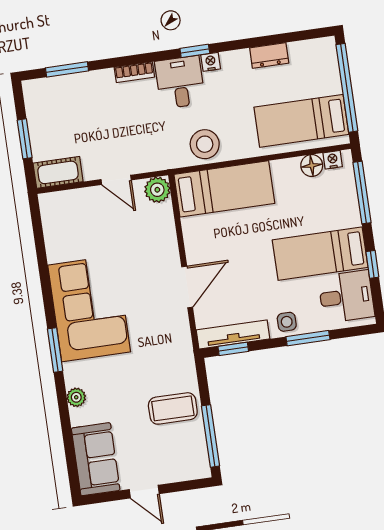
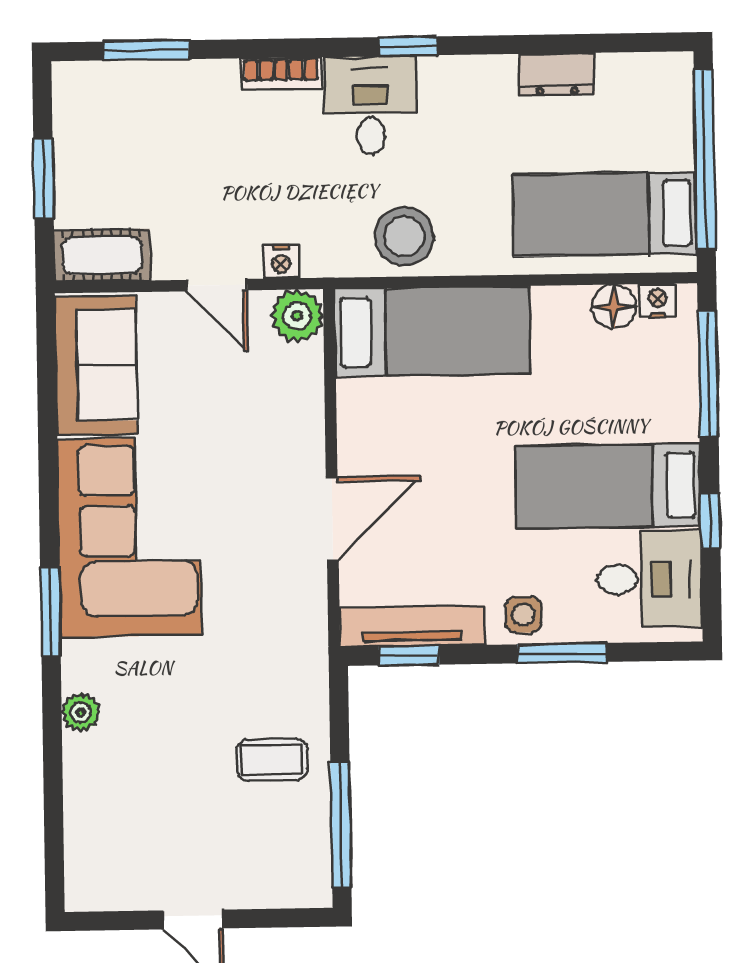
nightstand: (211, 62) -> (281, 261), moved, turned 180
coffee table: (173, 408) -> (272, 760), width x0.73, depth x0.77
sofa: (96, 459) -> (96, 365), moved

